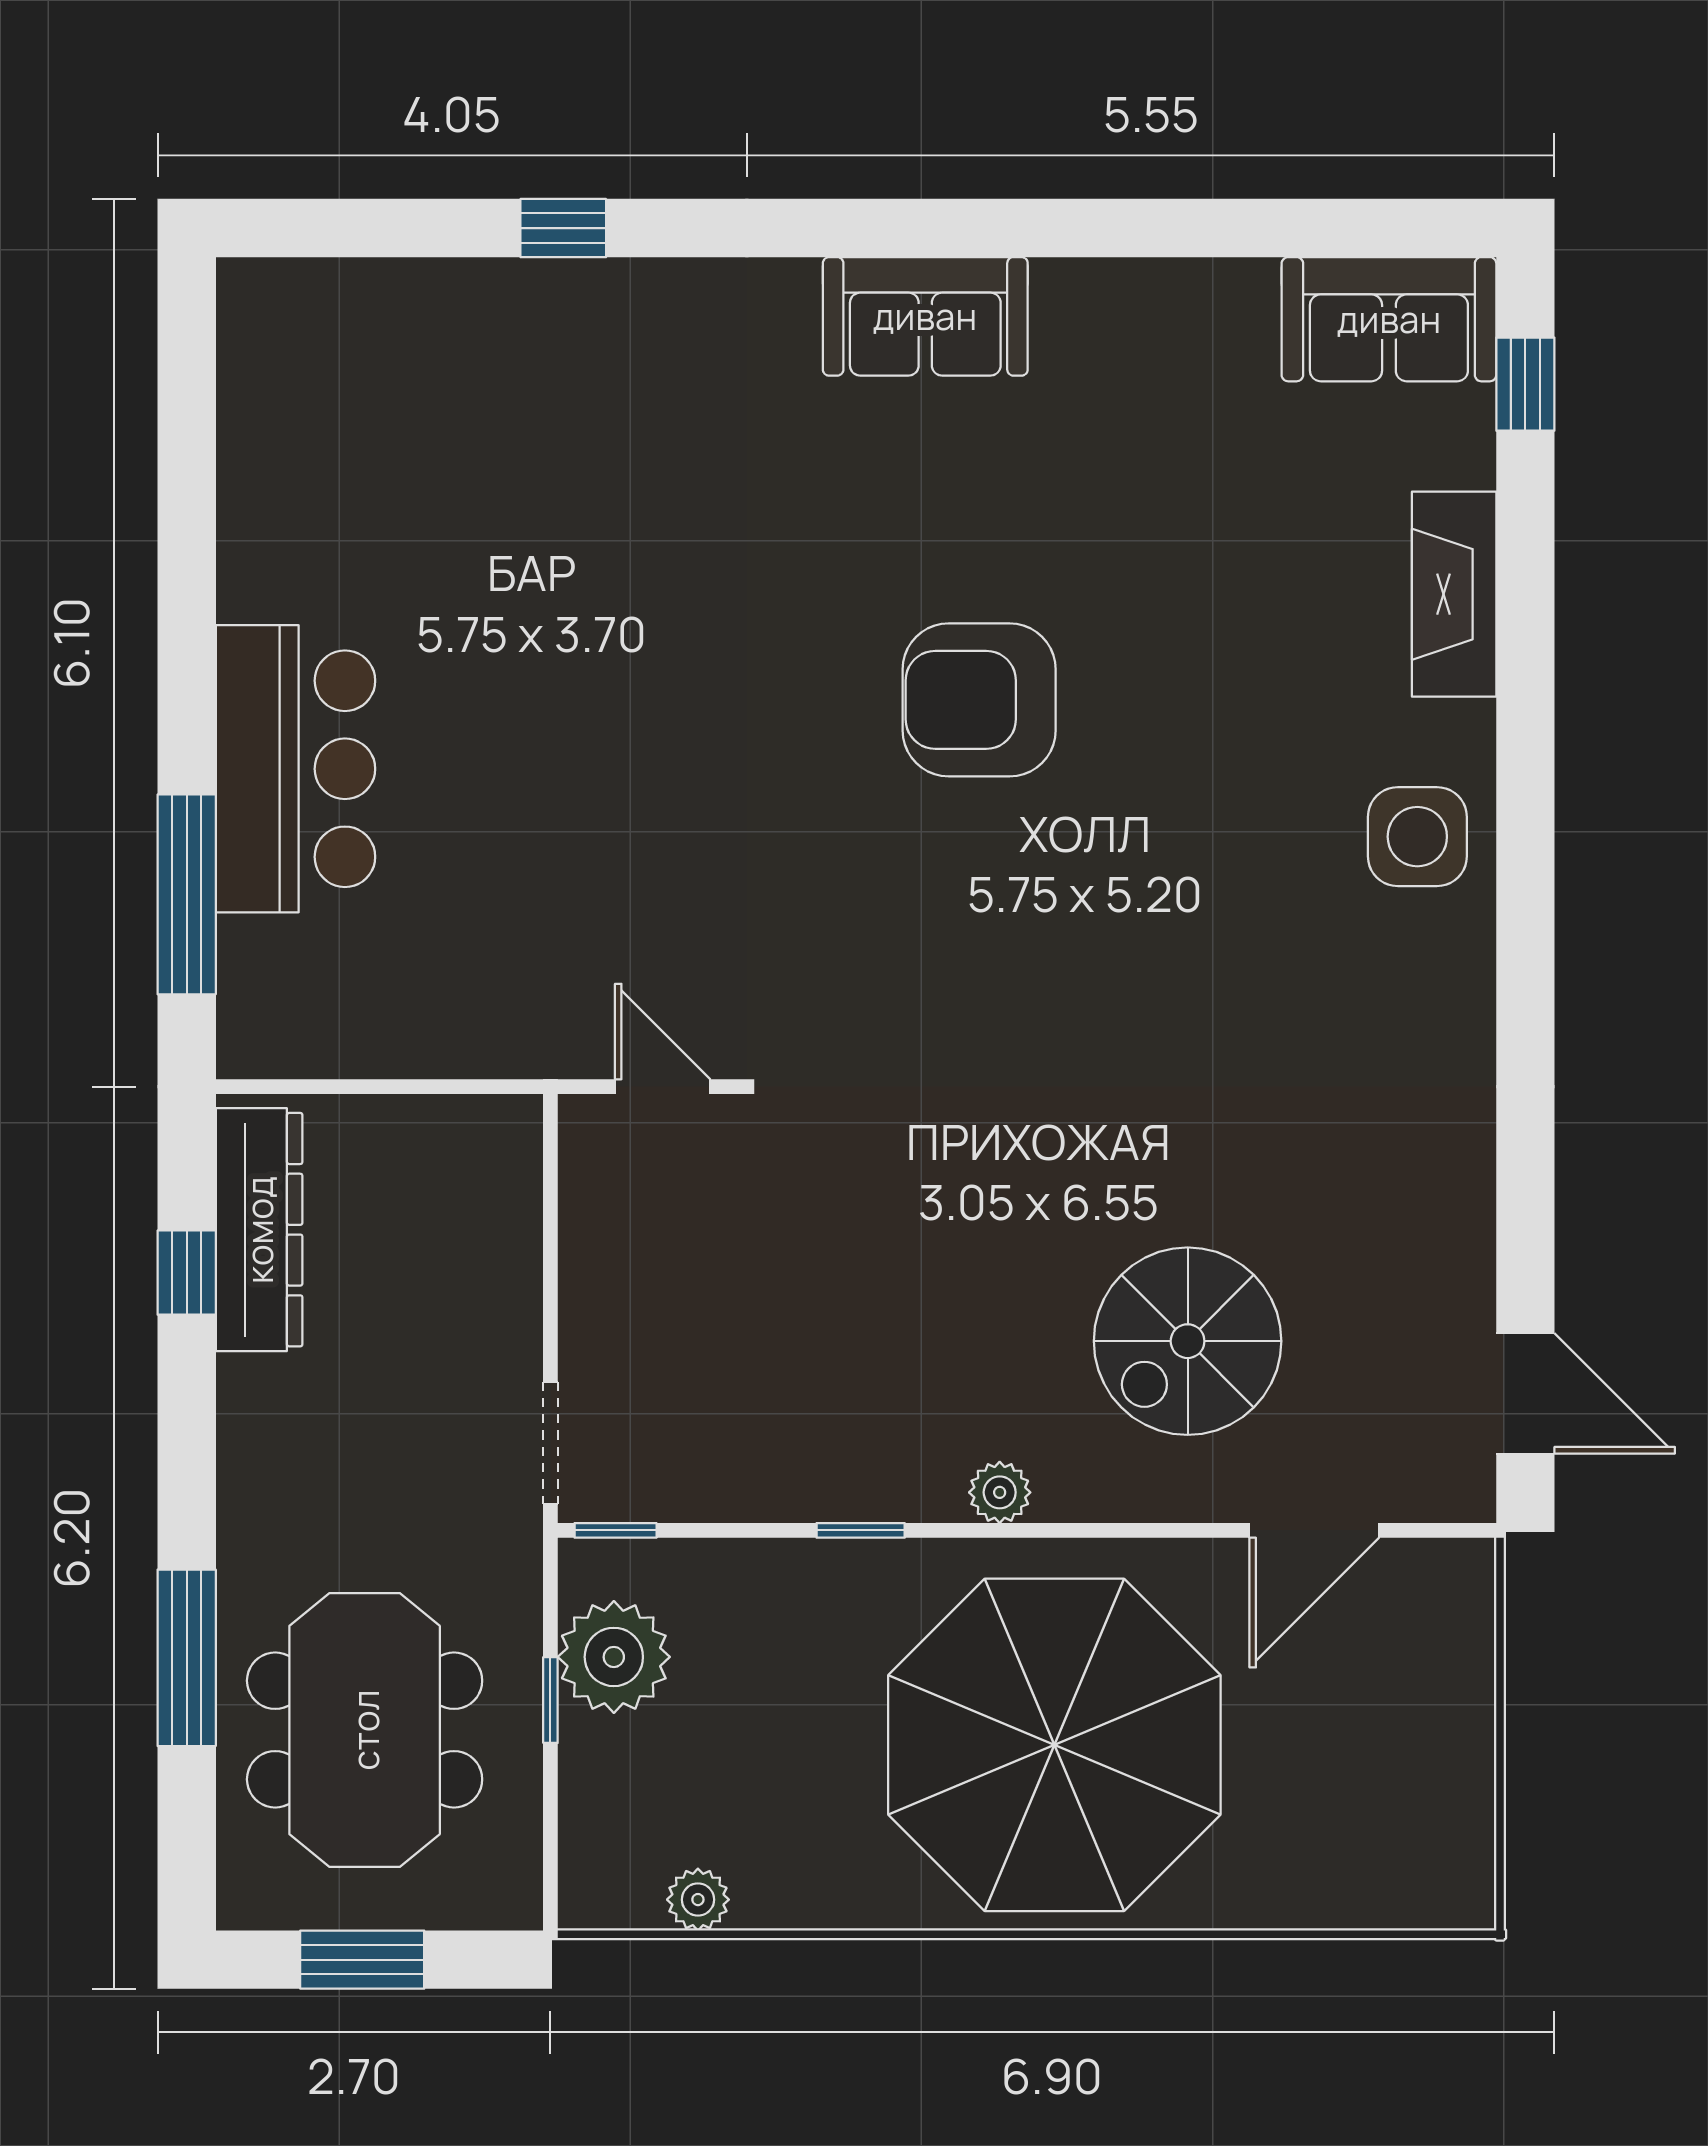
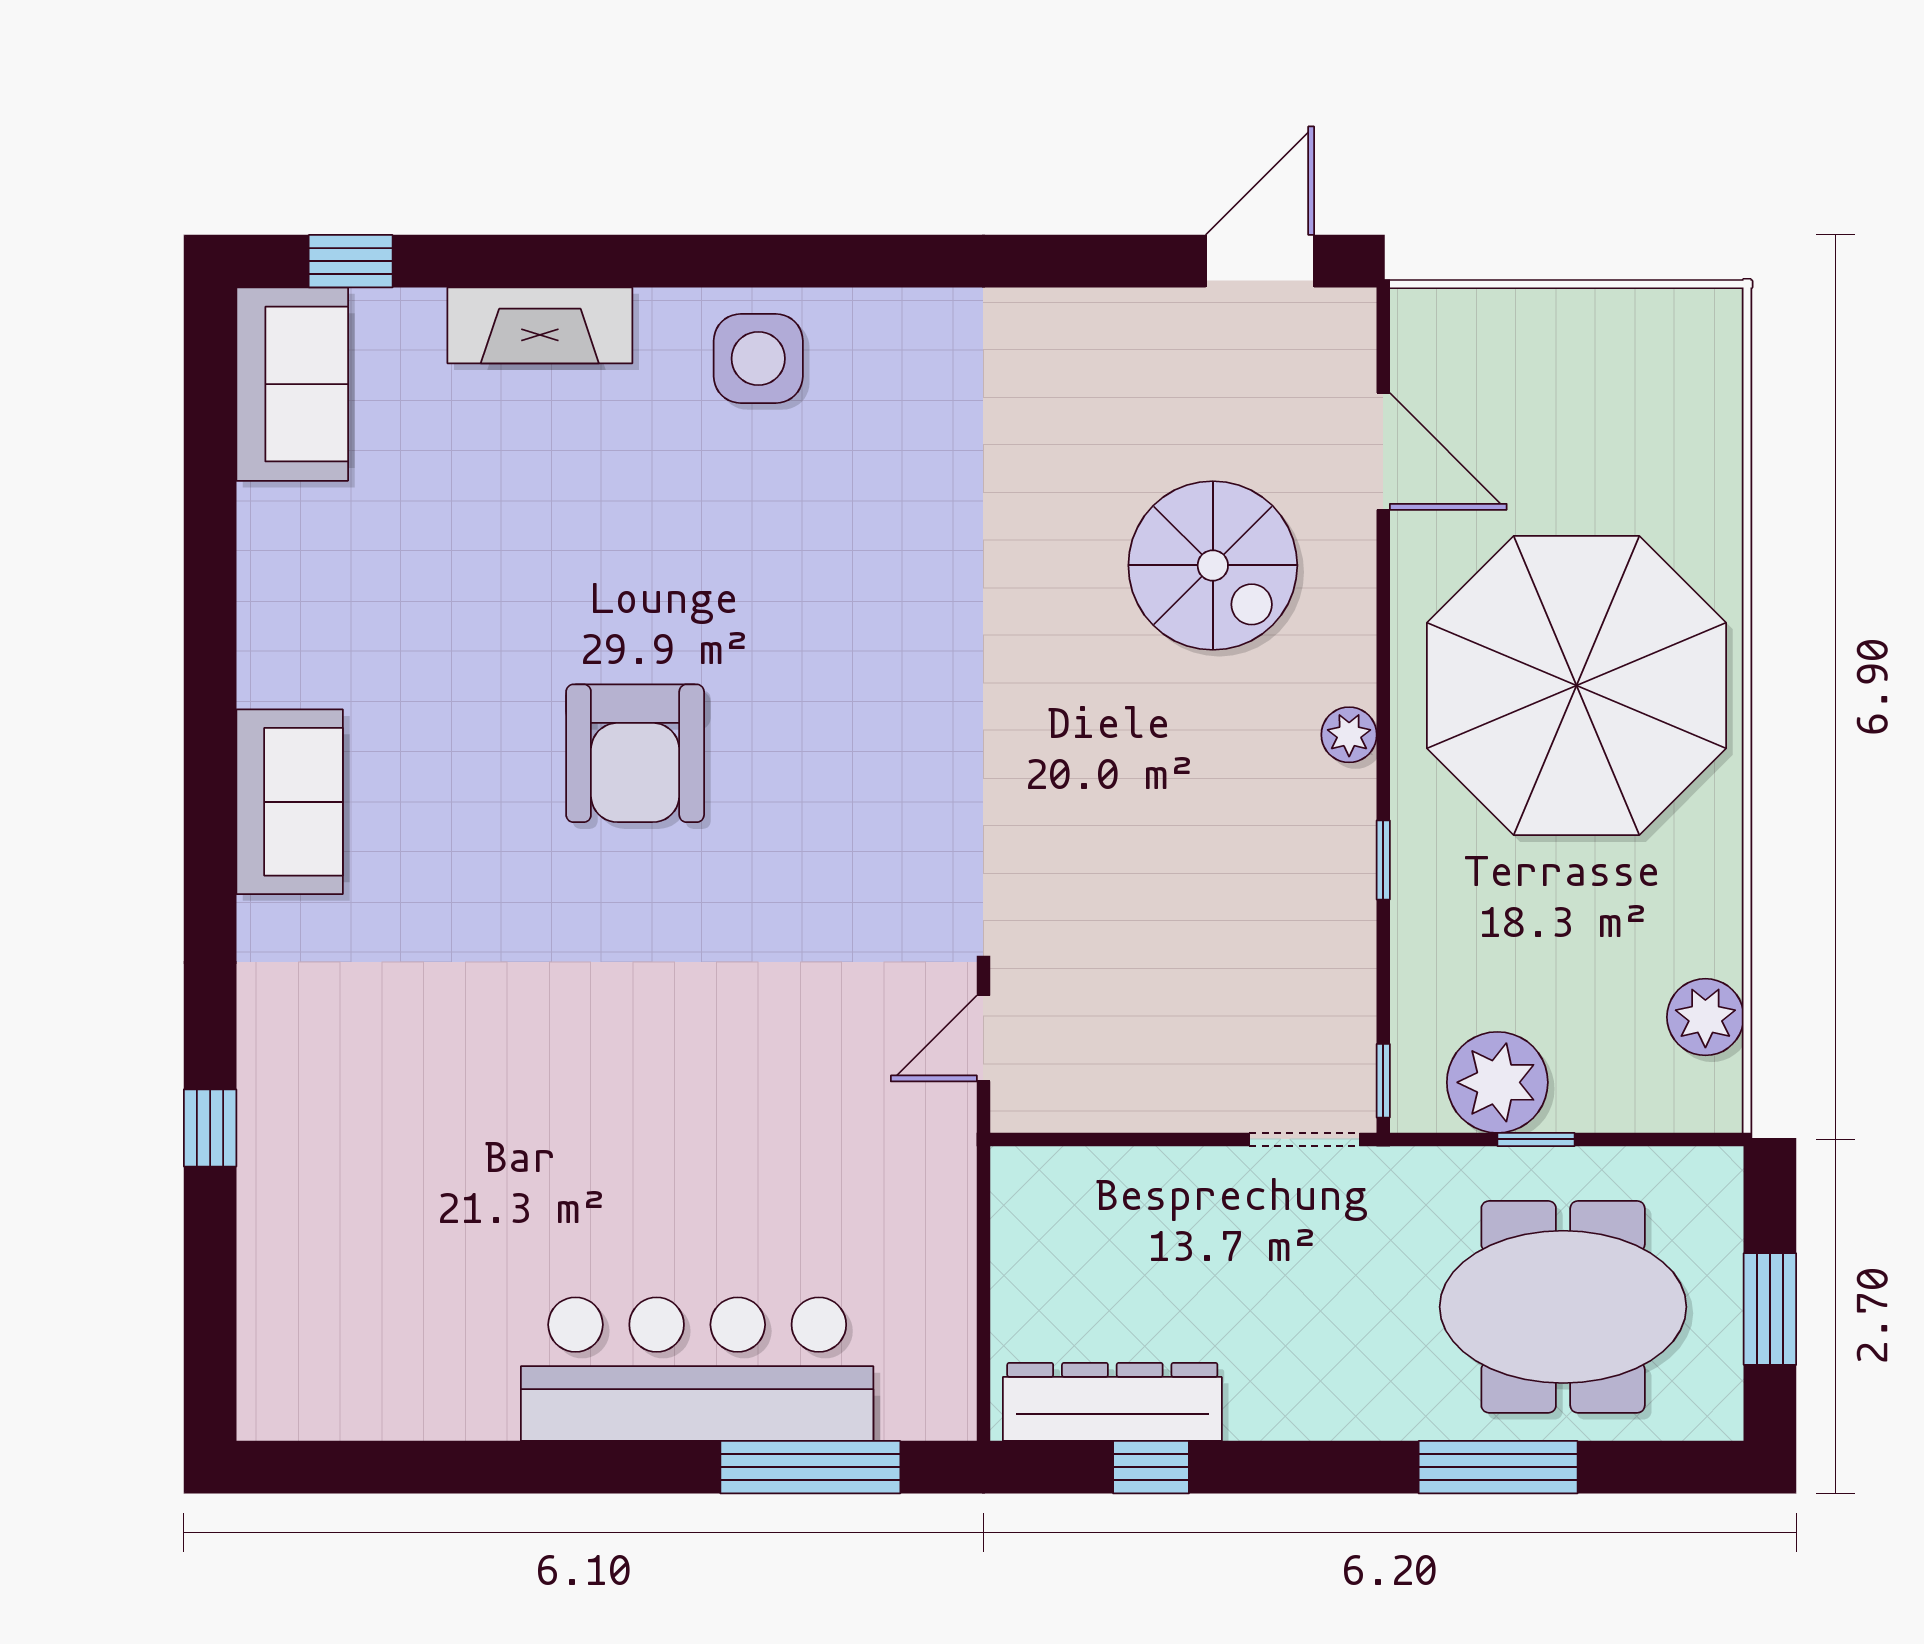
bar counter: (296, 769) -> (697, 1369), width x1.36
plant: (698, 1900) -> (1705, 1017), width x1.38, depth x1.38

